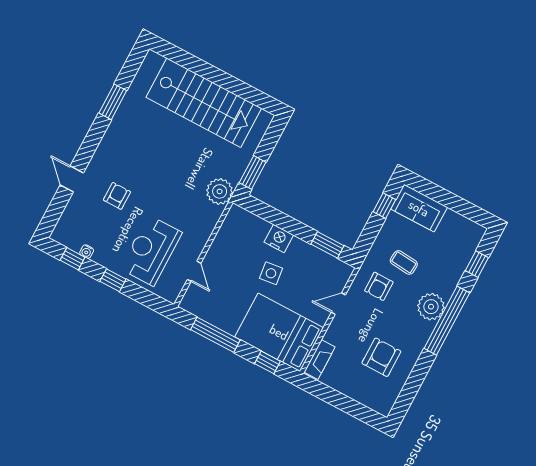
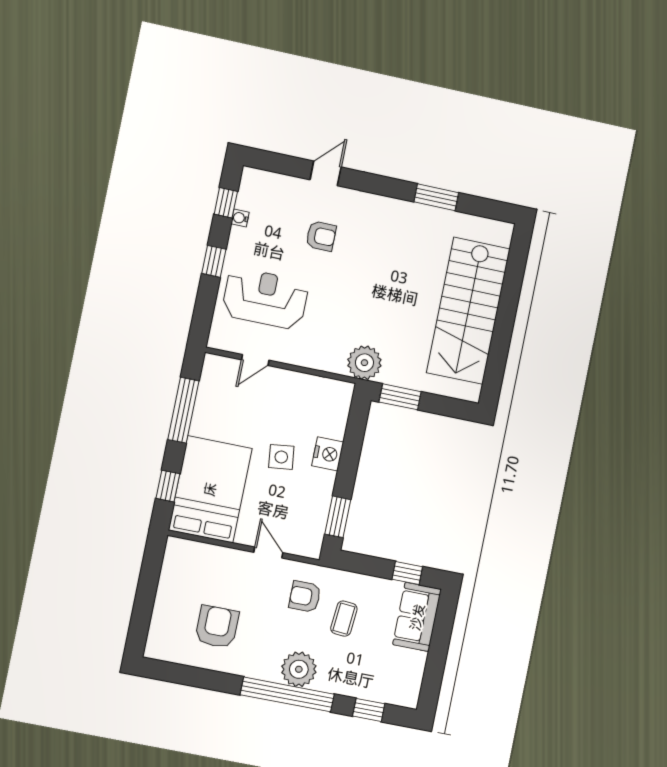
armchair: (381, 357) -> (217, 627), turned -90
fireplace: (320, 360) -> (191, 550), removed

